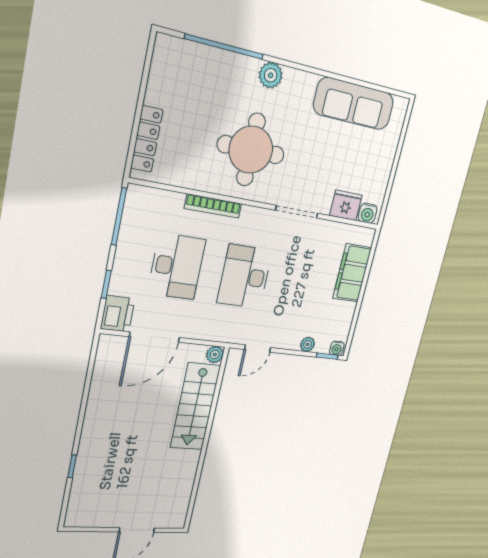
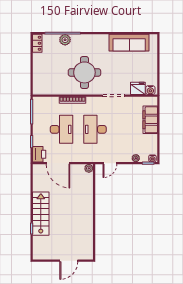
plant: (271, 75) -> (65, 40), moved
locker: (147, 139) -> (37, 43), moved, width x0.66
door: (155, 337) -> (58, 163), hinge flipped
stairs: (195, 407) -> (41, 214), moved, turned 180

